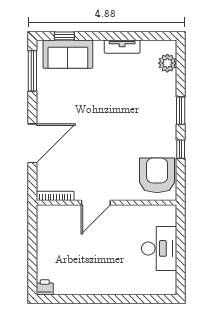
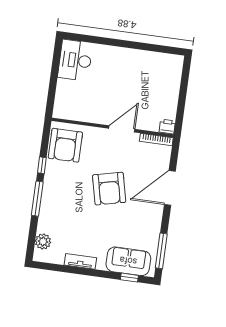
window: (181, 111) -> (37, 199), width x1.44
armchair: (101, 133) -> (109, 189), added
desk: (159, 248) -> (75, 60), moved
printer: (45, 287) -> (167, 127), moved, turned 180

